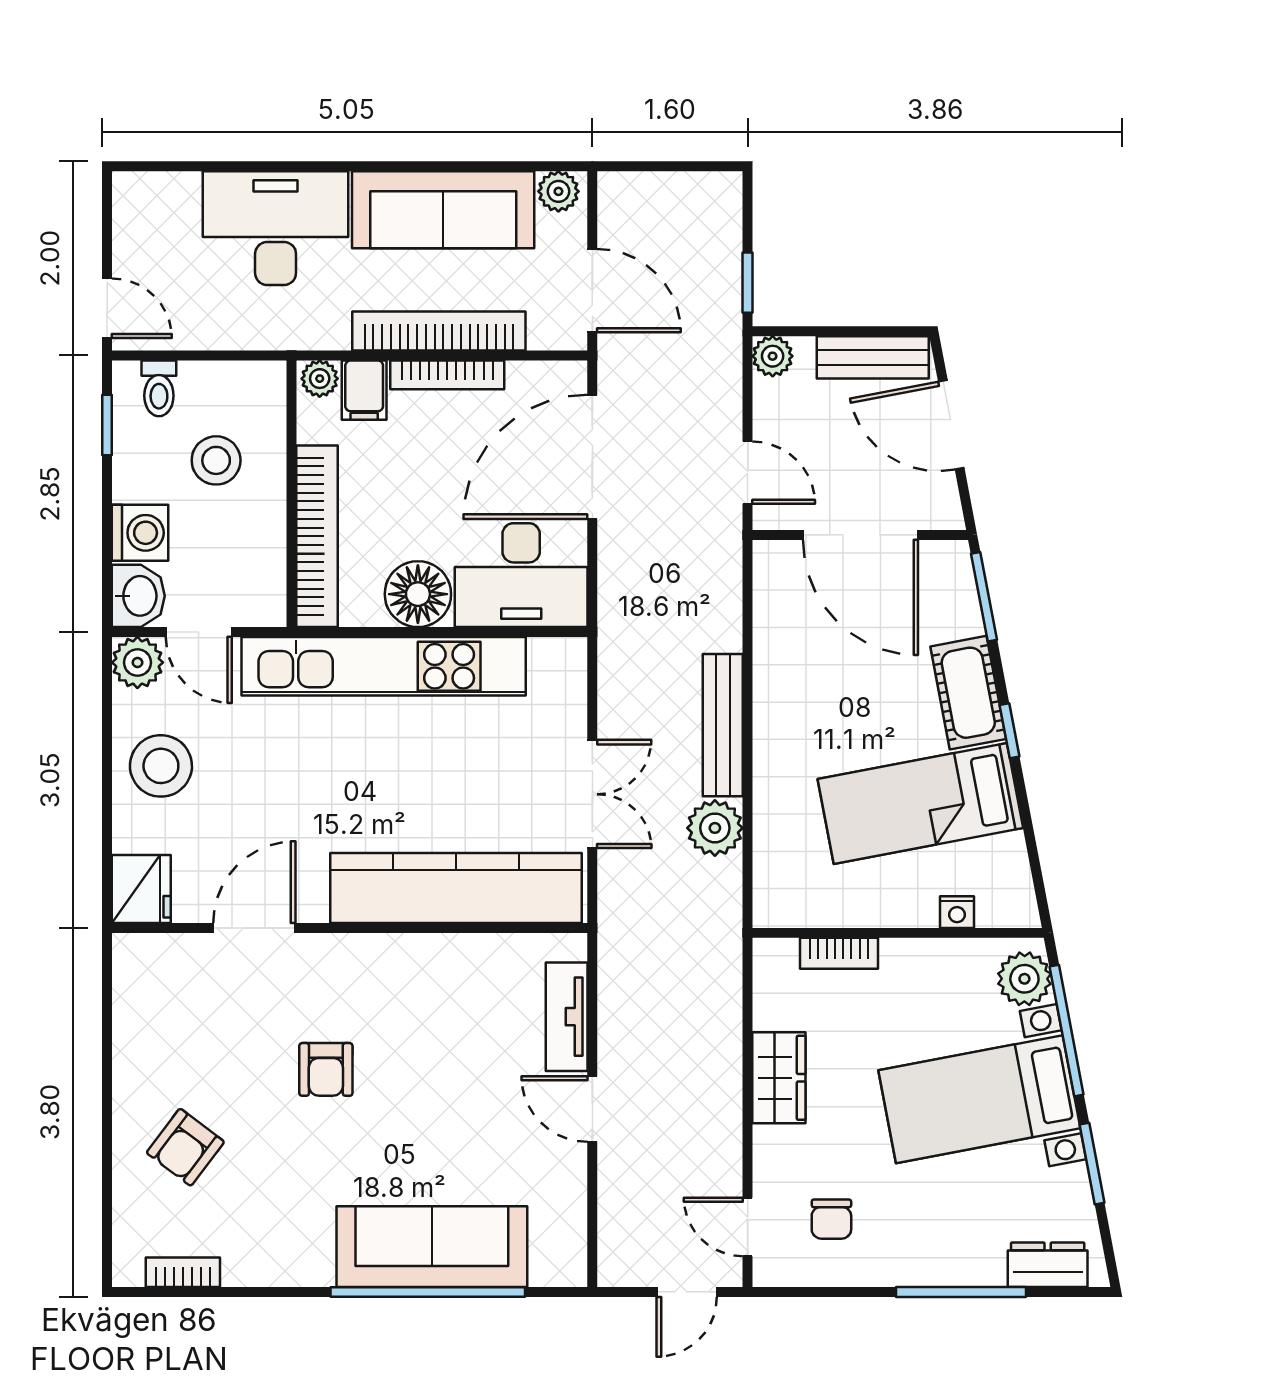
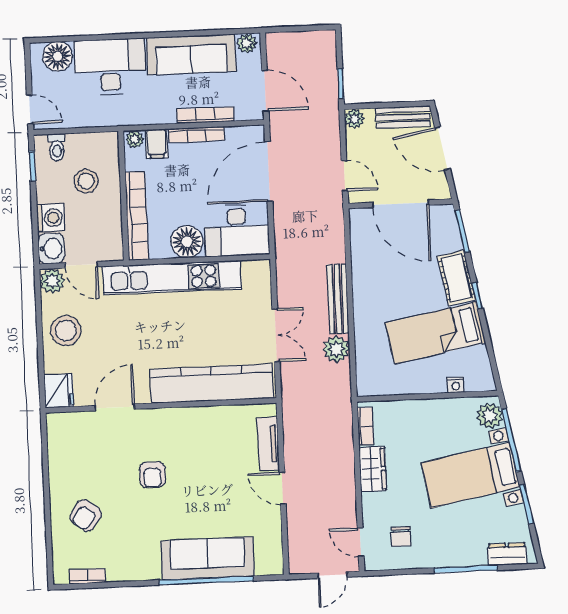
floor lamp: (168, 202) -> (57, 56), added
bookcase: (439, 331) -> (205, 115), width x0.68, depth x0.76
bookcase: (839, 953) -> (365, 426), moved, turned -90

